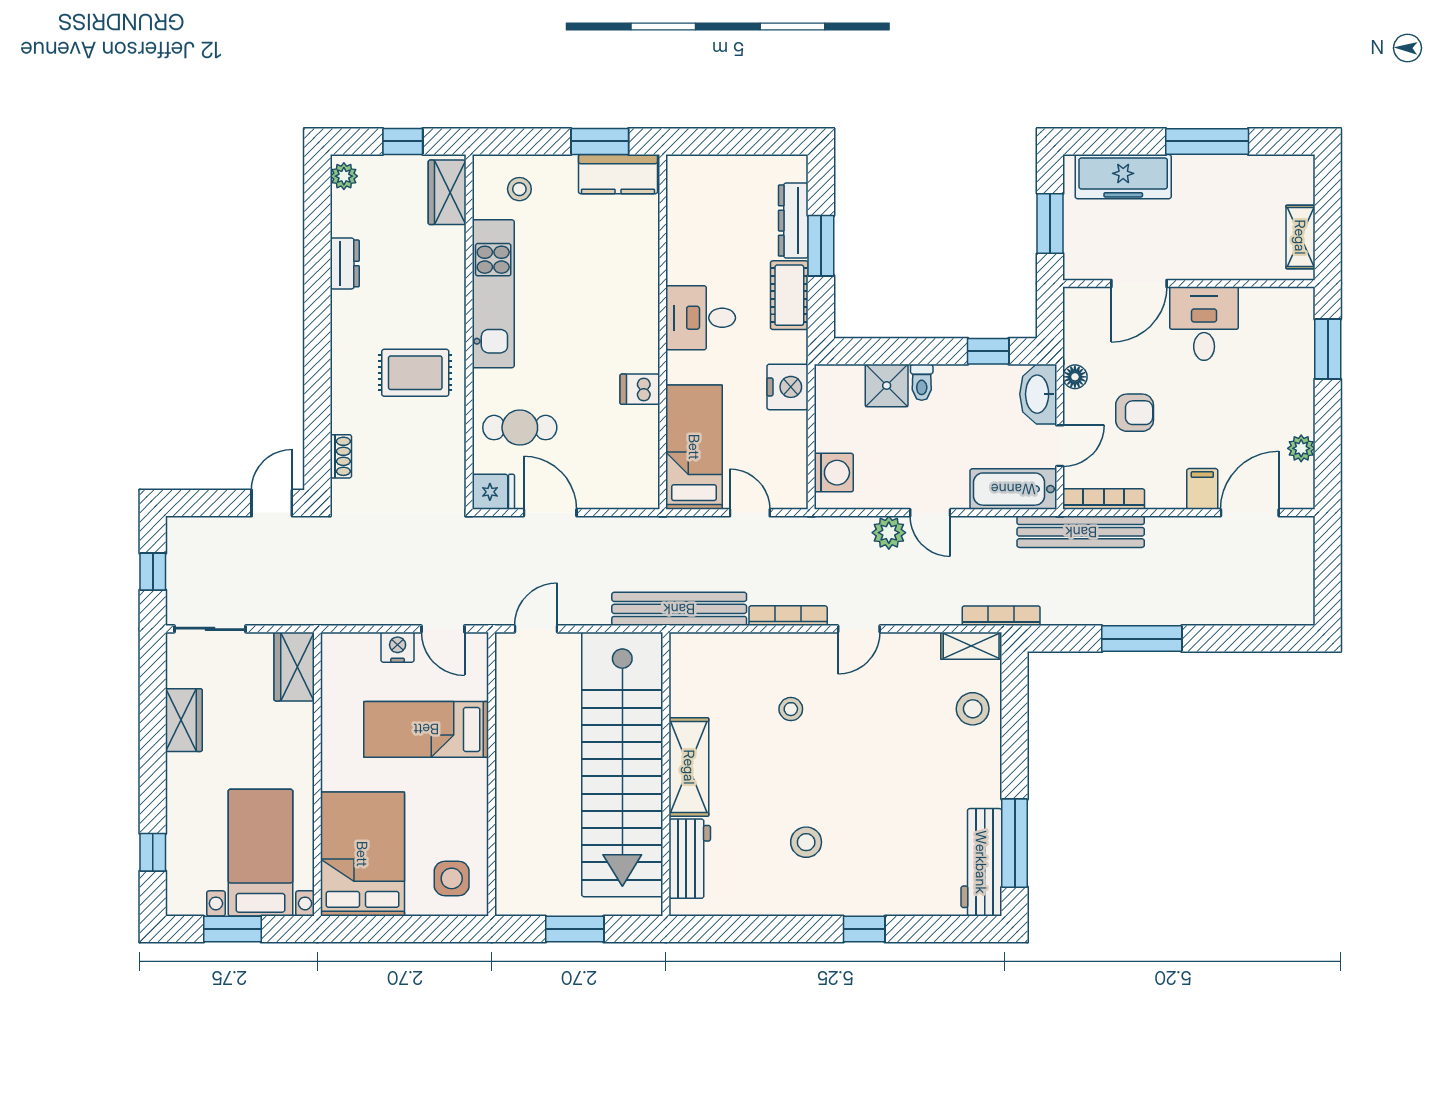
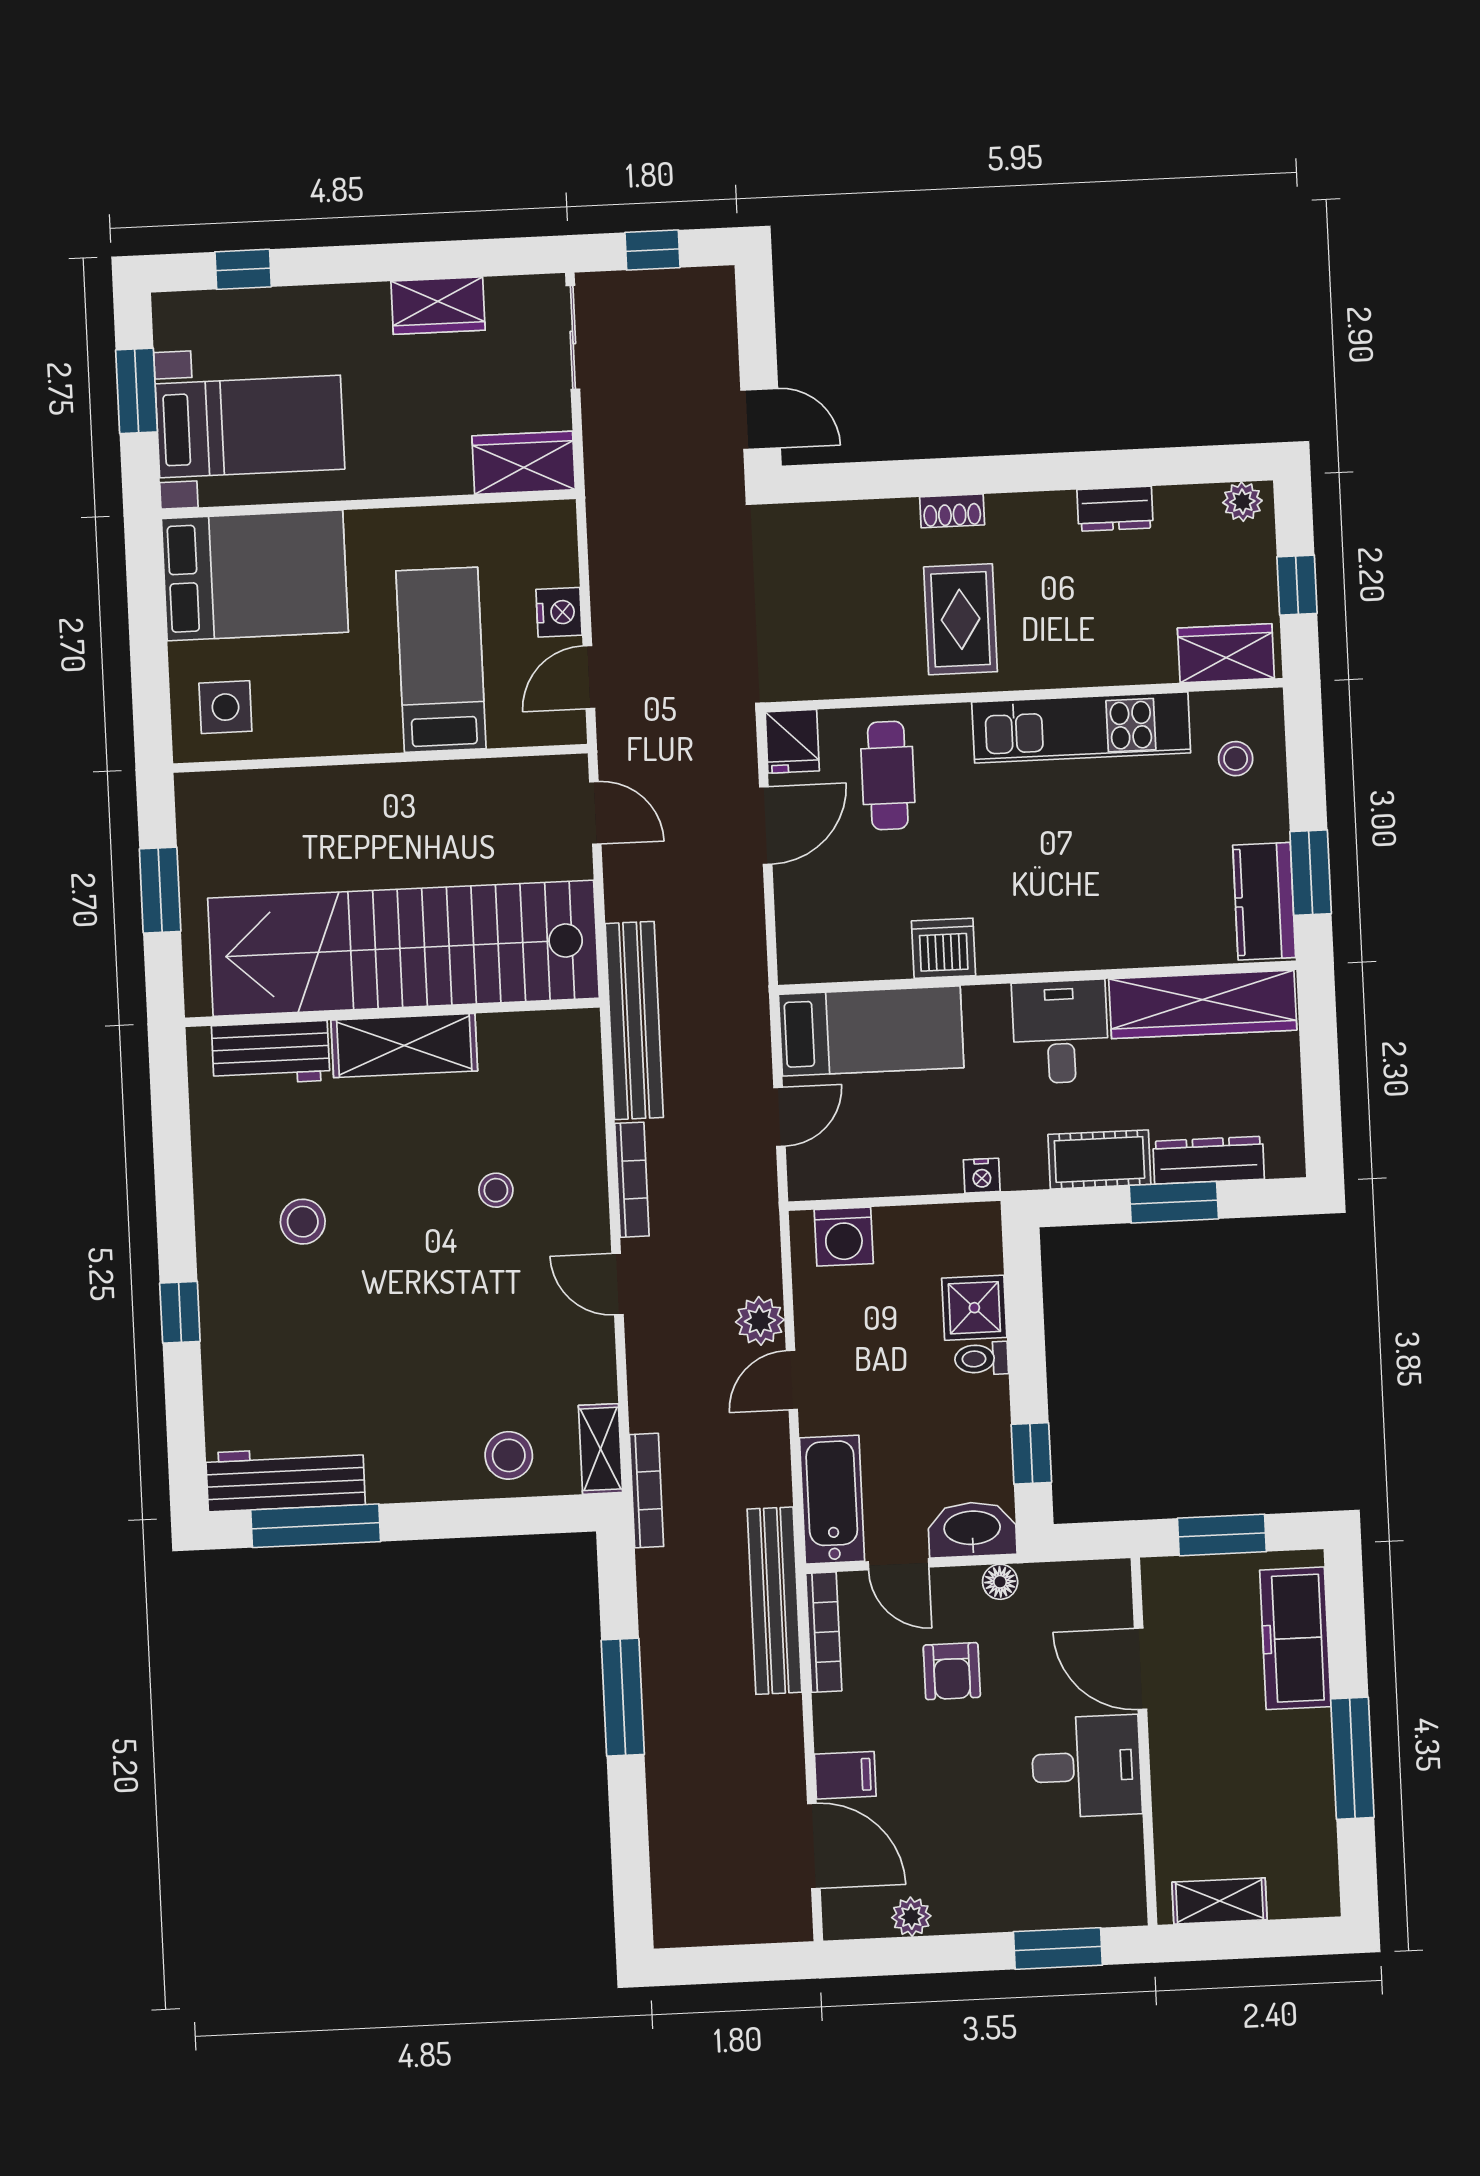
wardrobe: (687, 220) -> (1203, 1004), added
nightstand: (788, 387) -> (982, 1176), width x0.53, depth x0.56
dishwasher: (640, 389) -> (944, 948), width x1.38
shoe rack: (341, 456) -> (952, 511), moved

